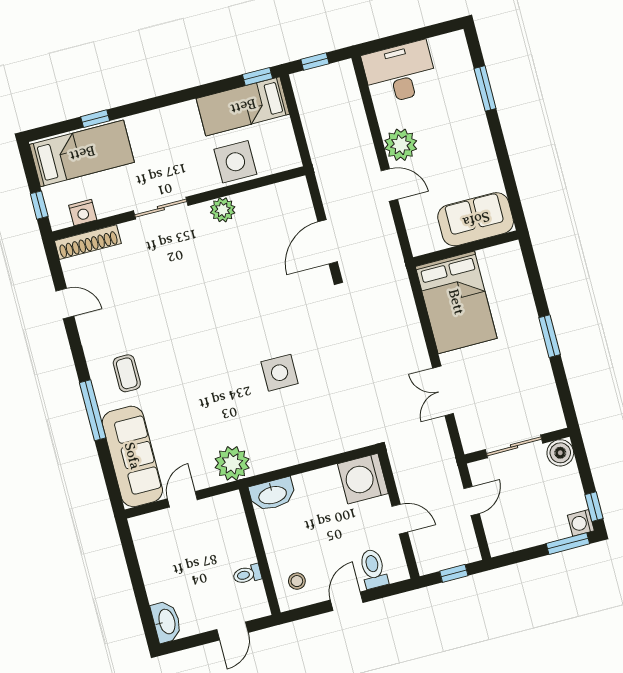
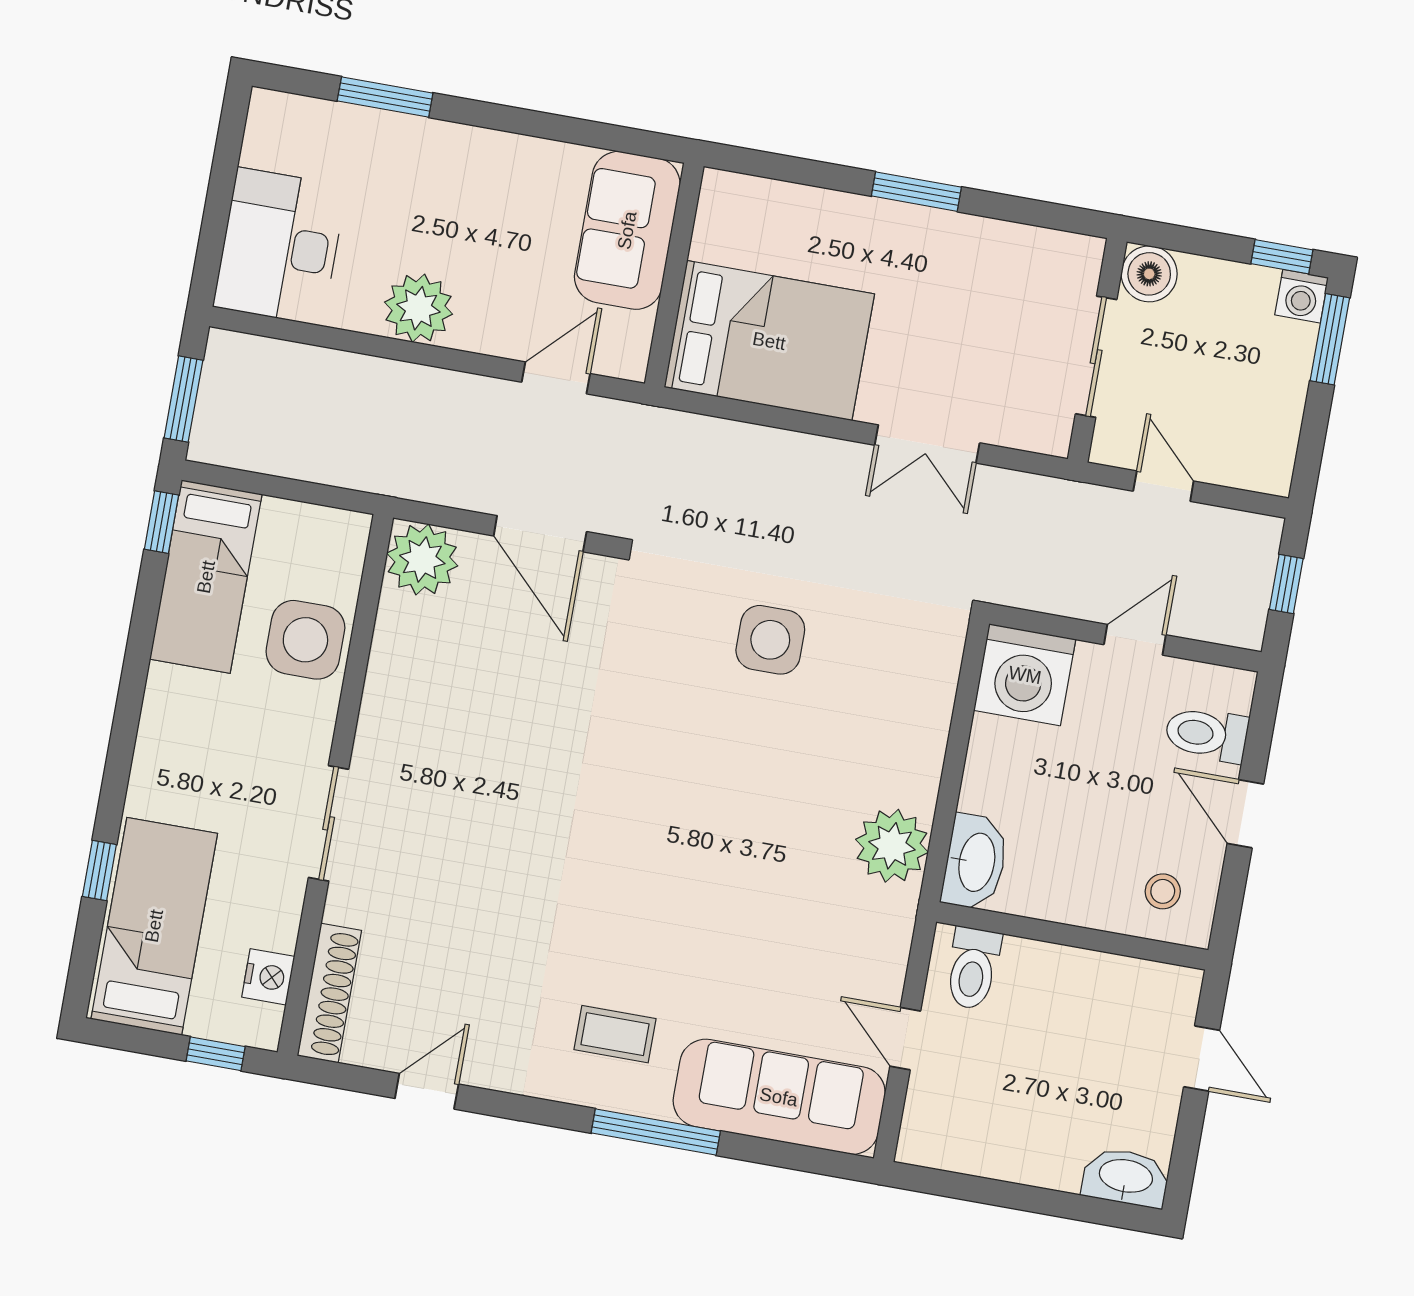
window: (315, 61) -> (183, 399), width x1.50
door: (389, 185) -> (556, 378), moved
plant: (223, 210) -> (422, 559), moved, width x1.36, depth x1.36
side table: (280, 373) -> (770, 640), moved
plant: (232, 463) -> (892, 846), moved
toilet: (247, 574) -> (973, 968), moved, width x1.37, depth x1.39

